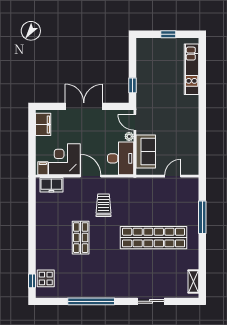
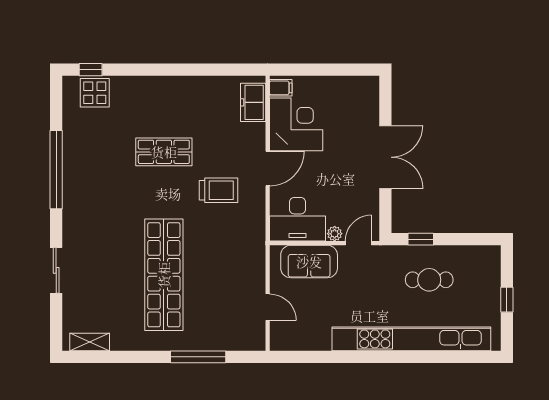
kitchen unit: (192, 69) -> (411, 339), width x1.86
cafe table: (157, 80) -> (429, 280), added
filing cabinet: (43, 124) -> (355, 88), removed

